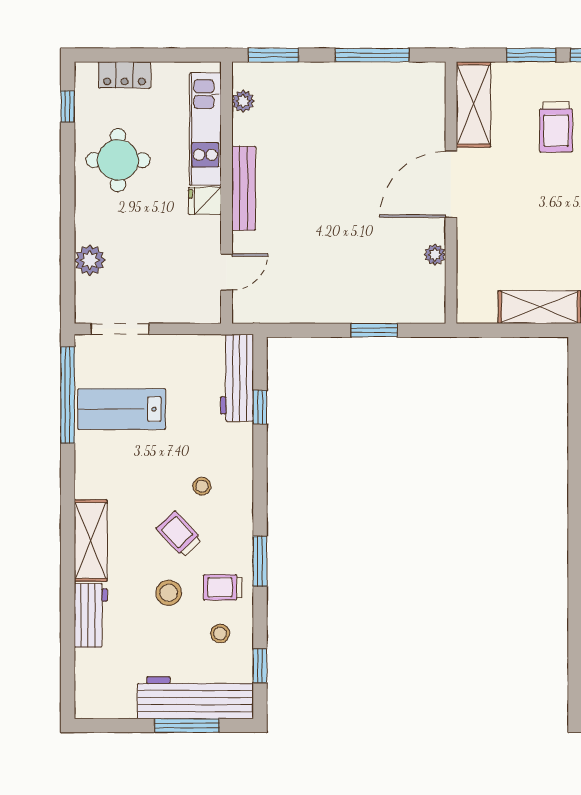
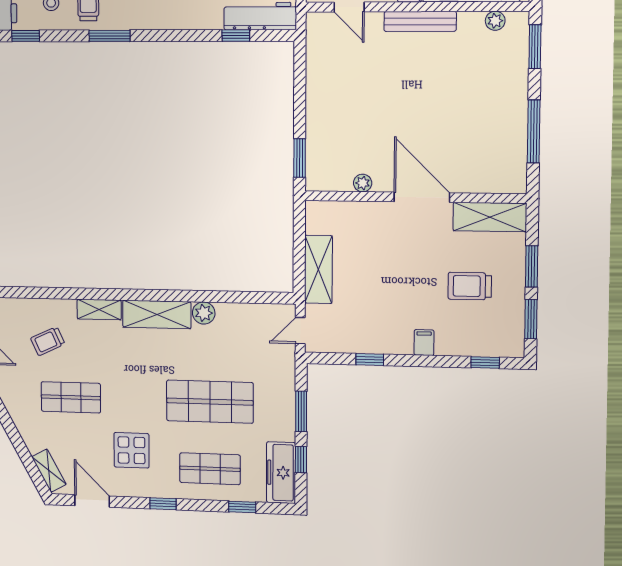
window: (374, 330) -> (300, 158), moved

